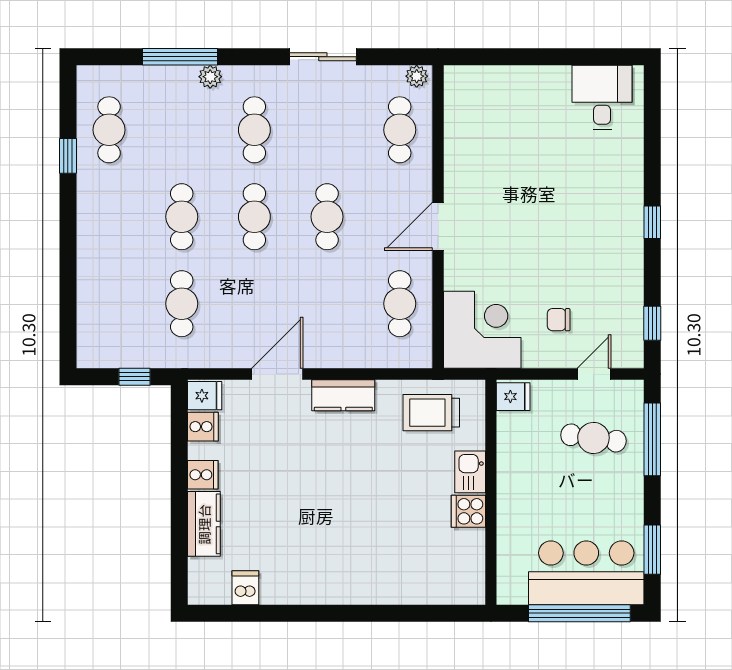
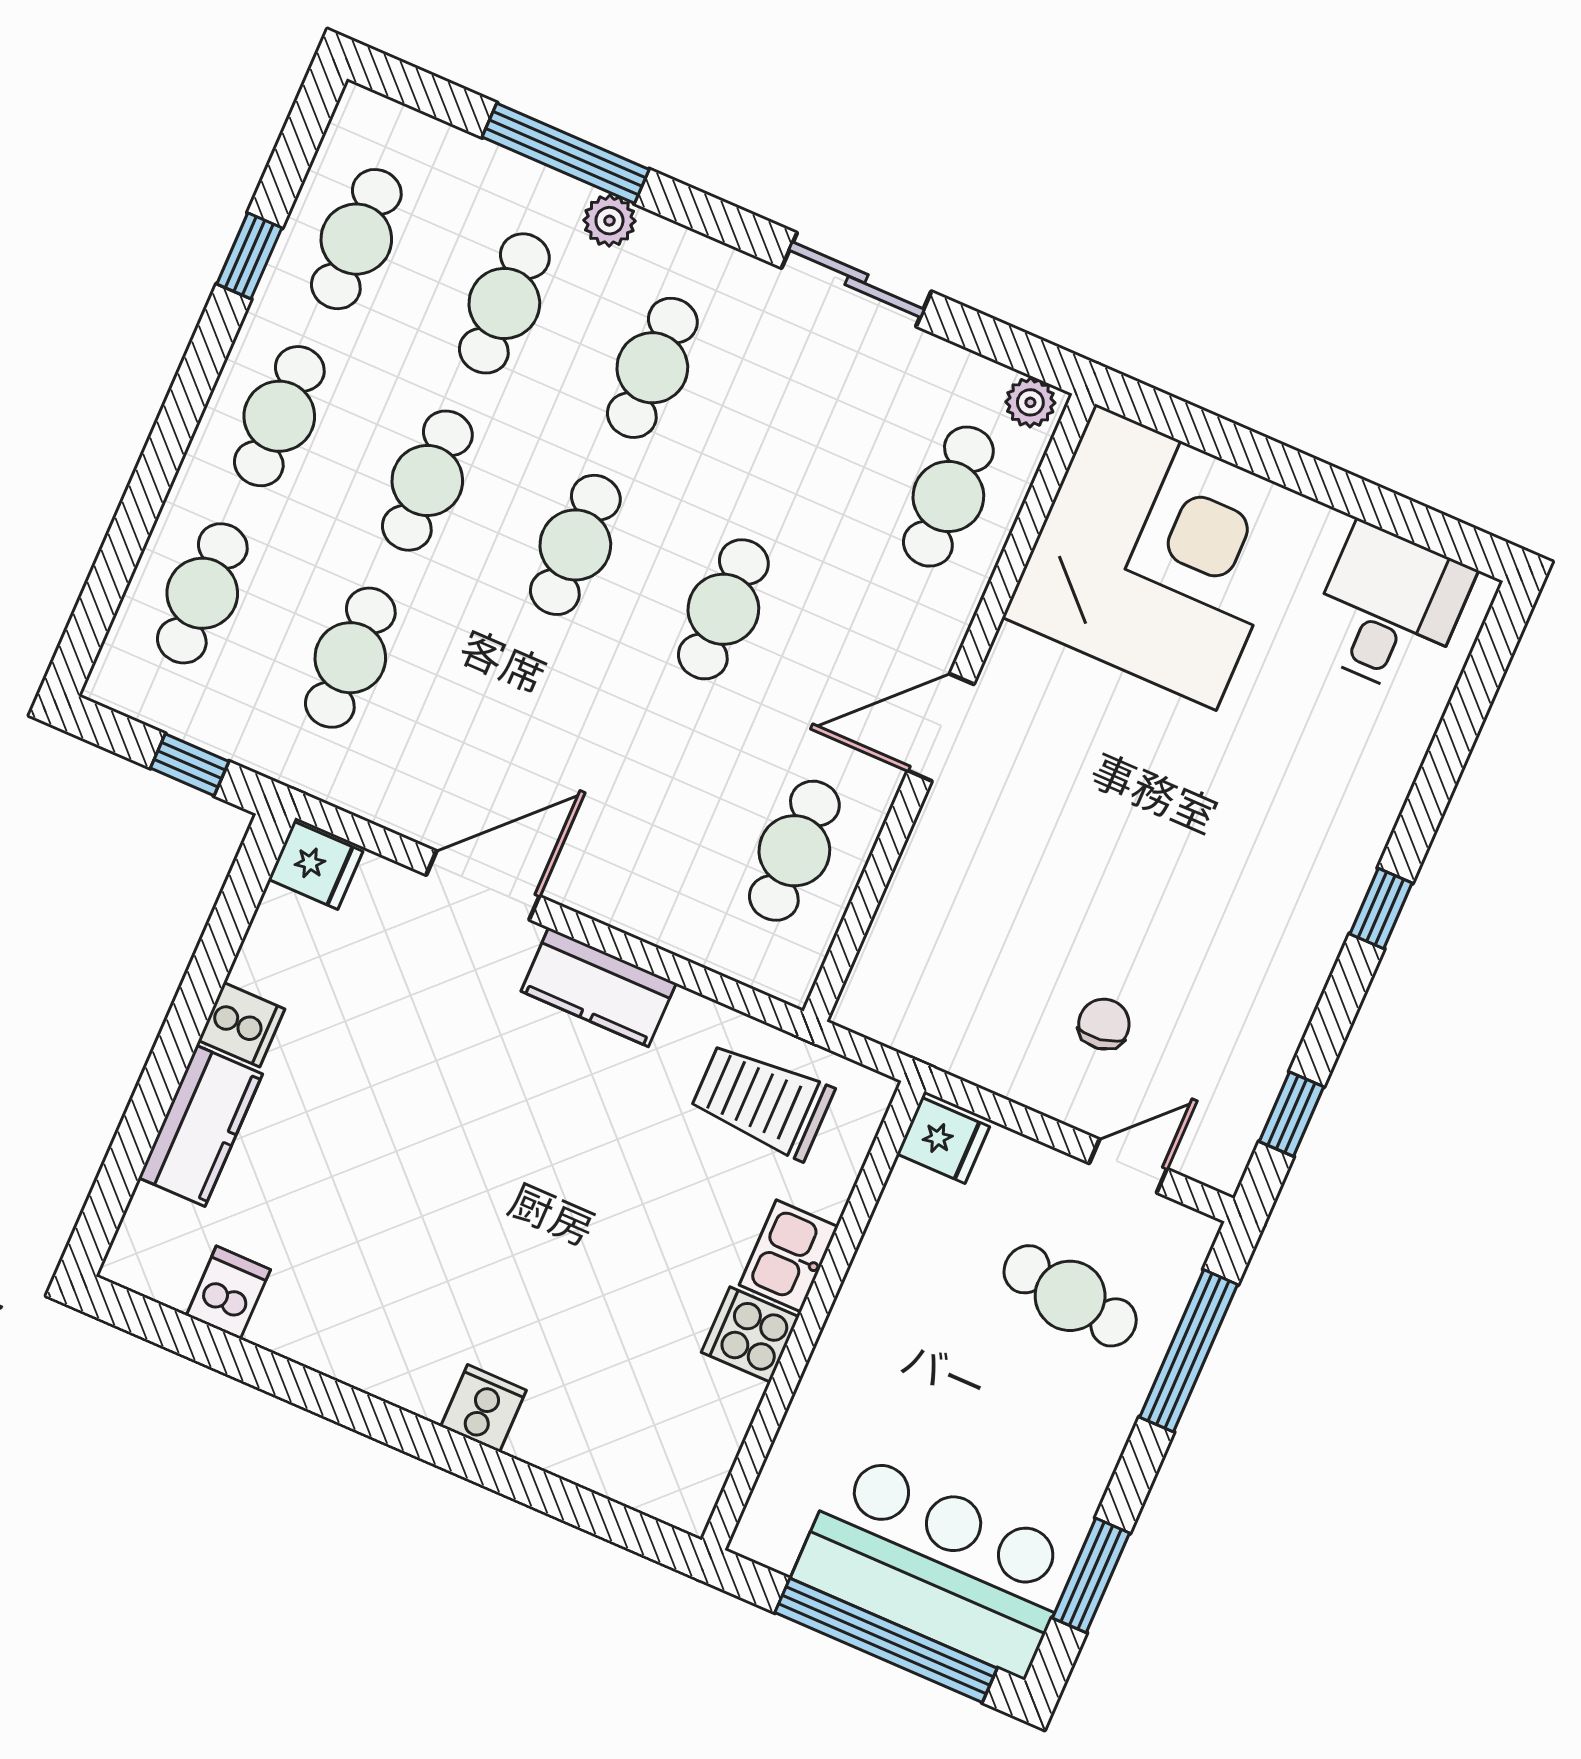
cafe table: (182, 130) -> (504, 303), added
cafe table: (109, 217) -> (279, 416), added
cafe table: (109, 304) -> (202, 593), added
chair: (559, 320) -> (1104, 1024), turned 81
corner desk: (482, 330) -> (1156, 557), moved, width x1.36, depth x1.36
cooker: (203, 427) -> (483, 1408), moved, turned -90

